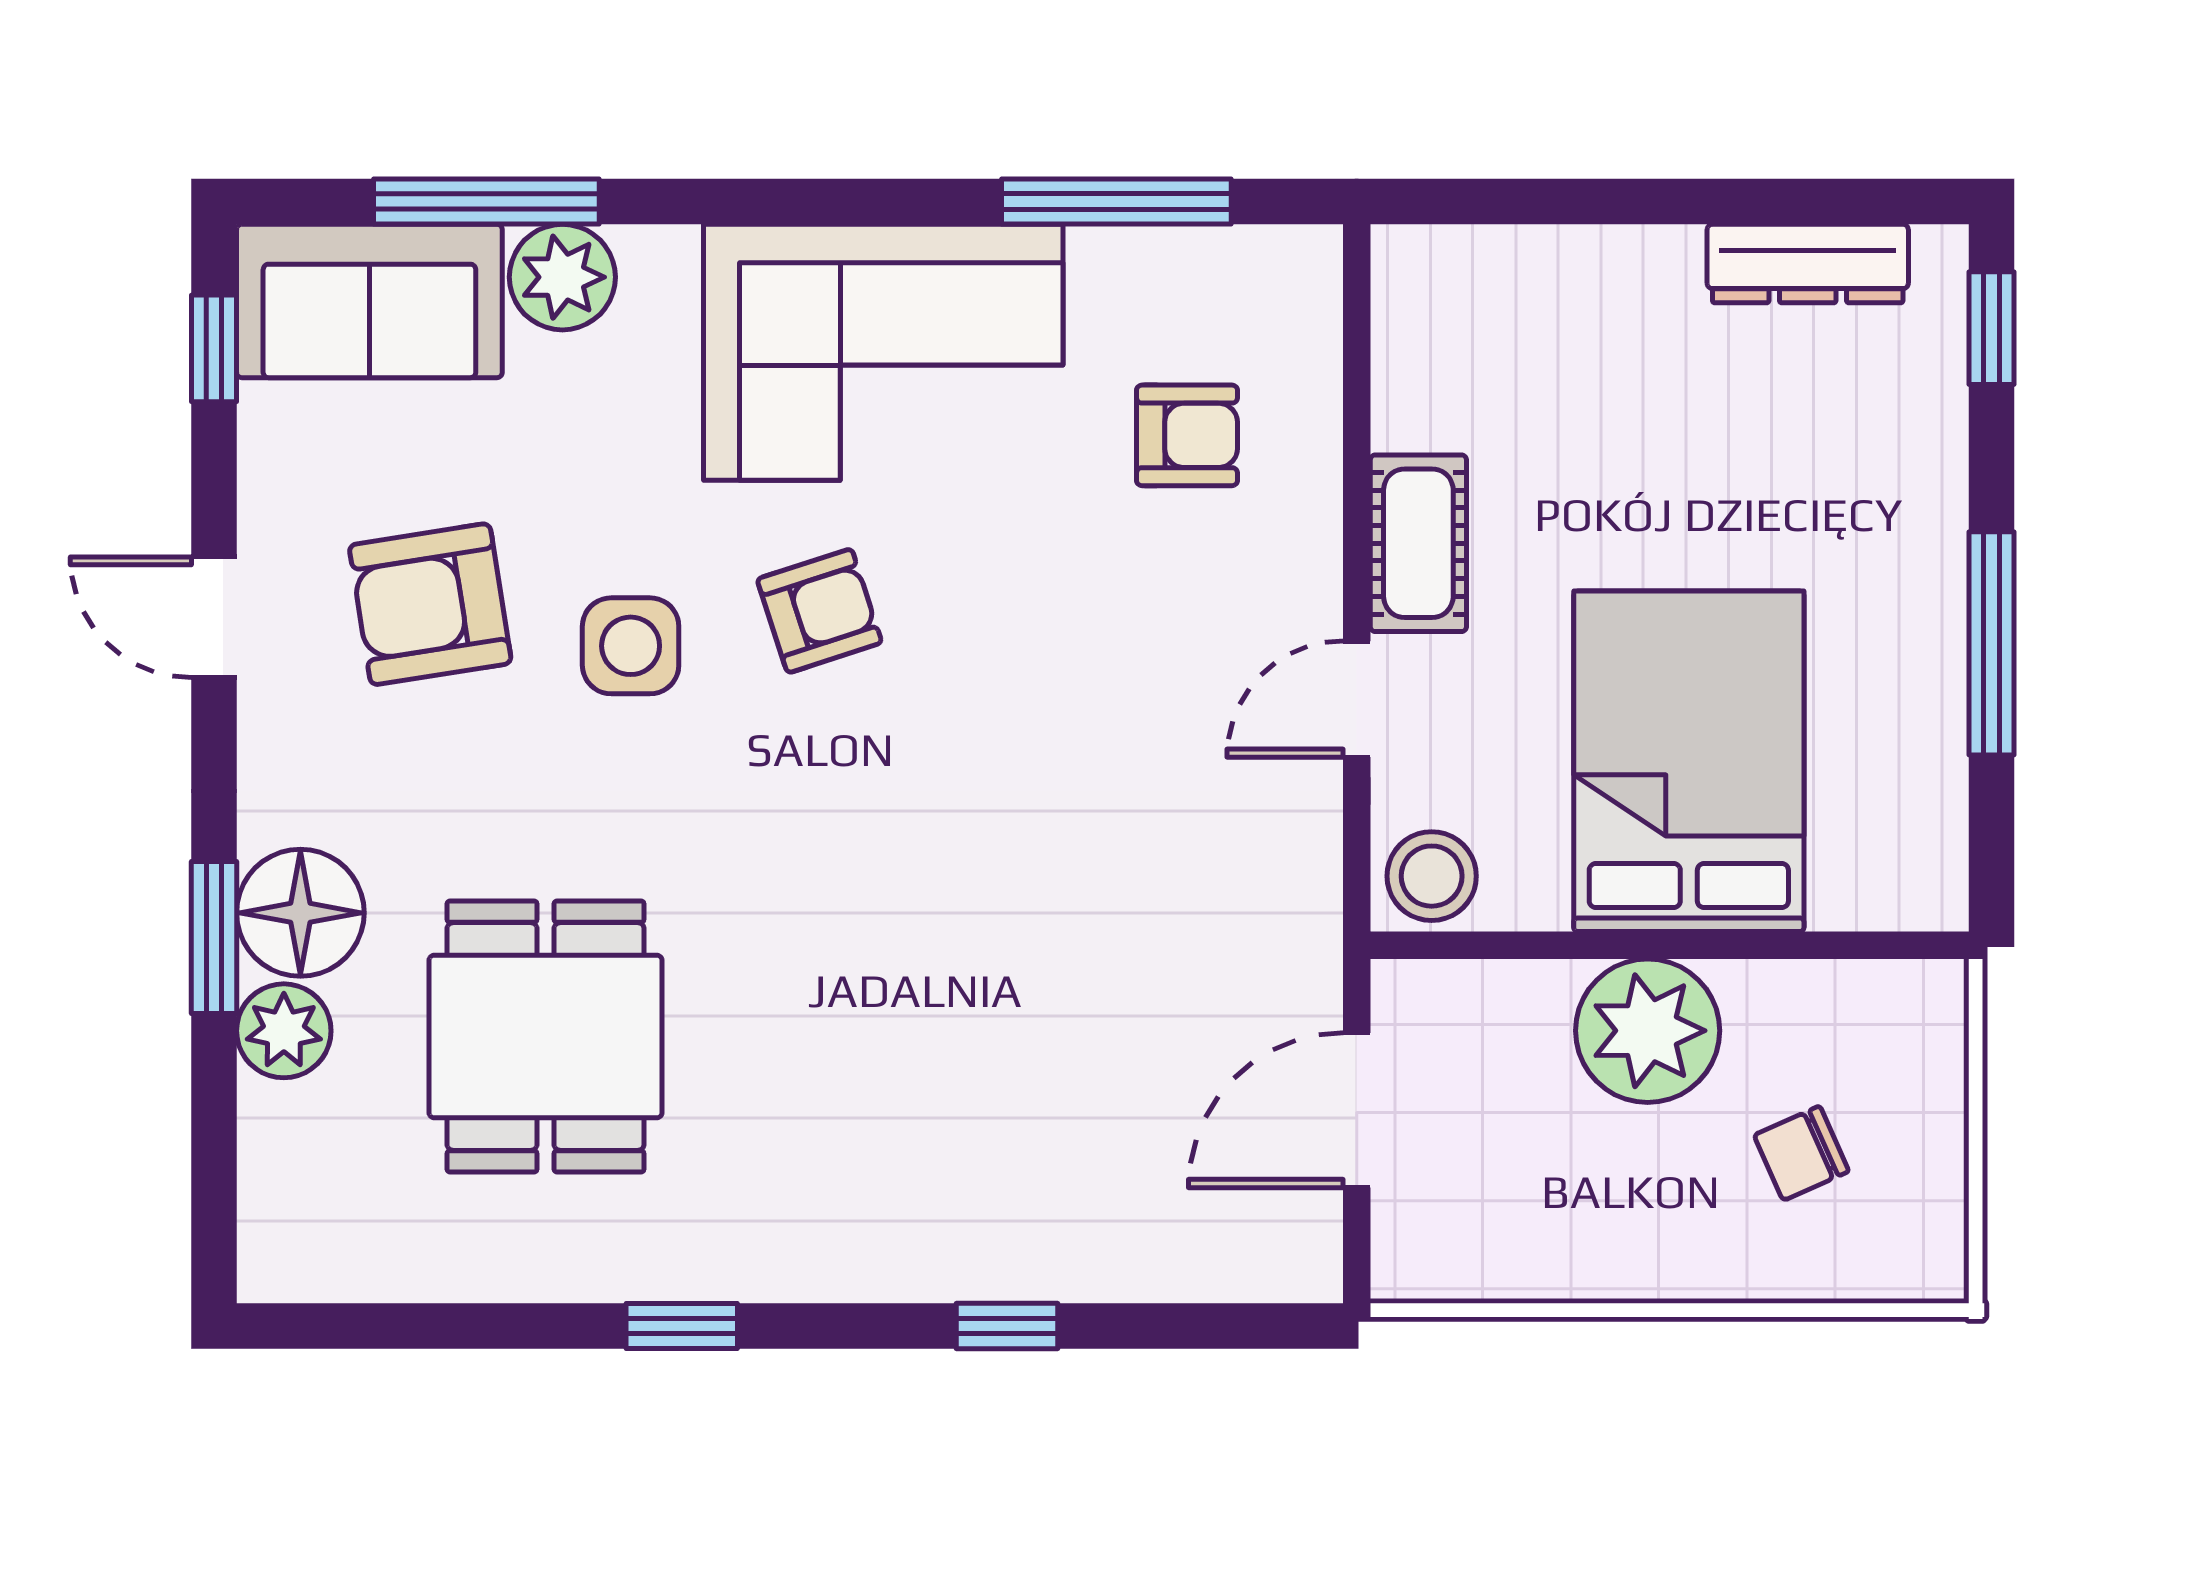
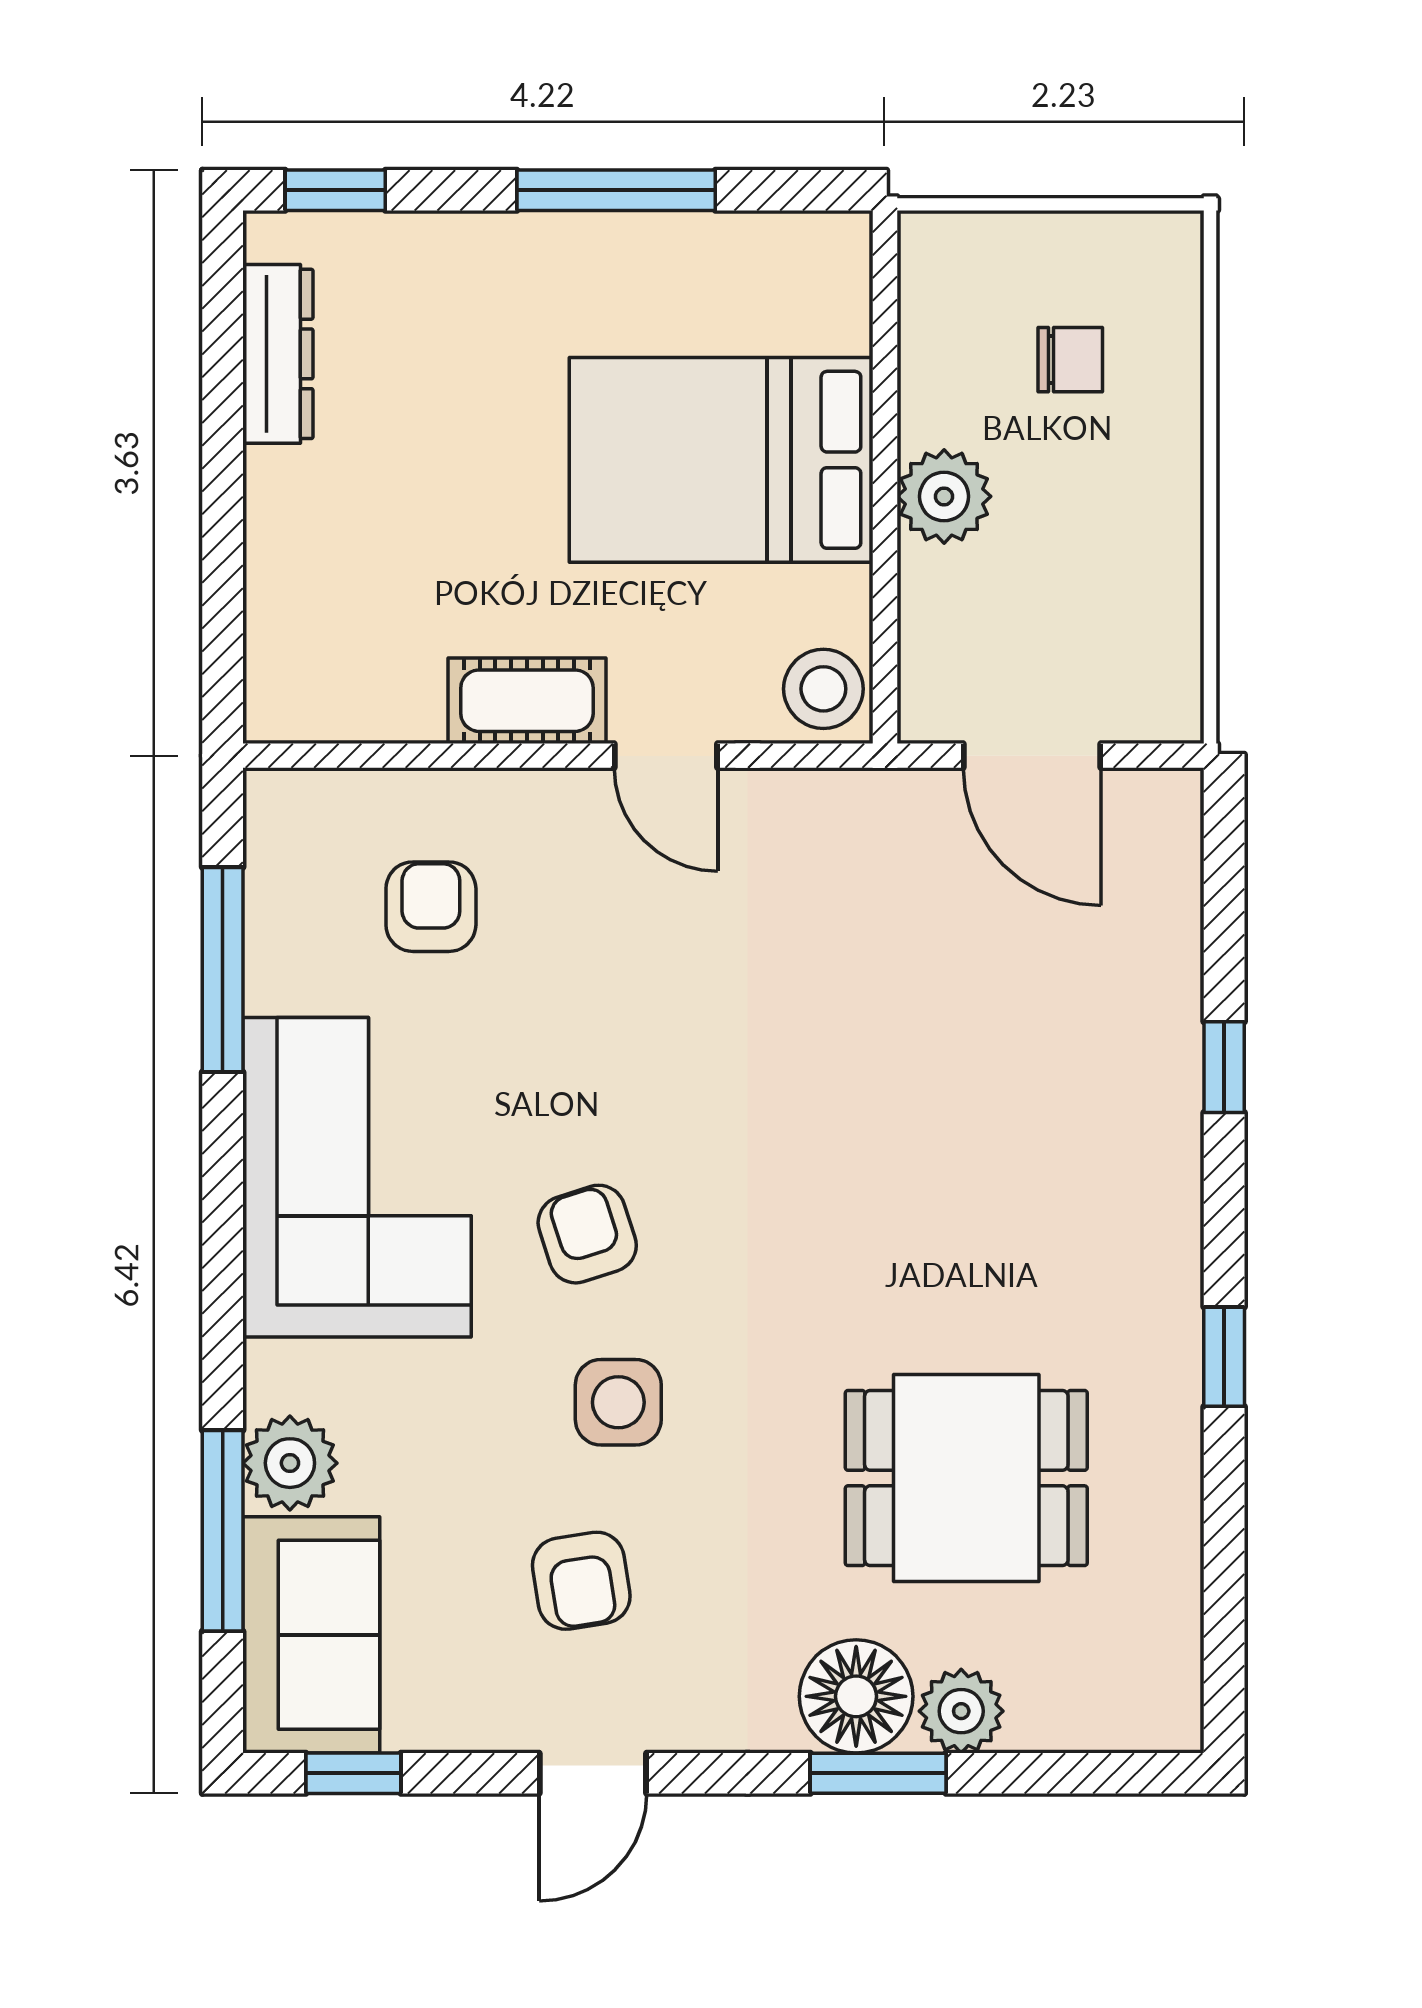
armchair: (430, 604) -> (581, 1581), width x0.72, depth x0.72
plant: (1648, 1031) -> (944, 496), width x0.73, depth x0.73
chair: (1801, 1153) -> (1070, 360), turned -66

